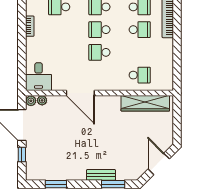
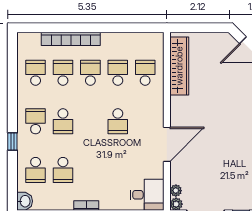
school desk: (99, 30) -> (118, 73), moved, turned 180

